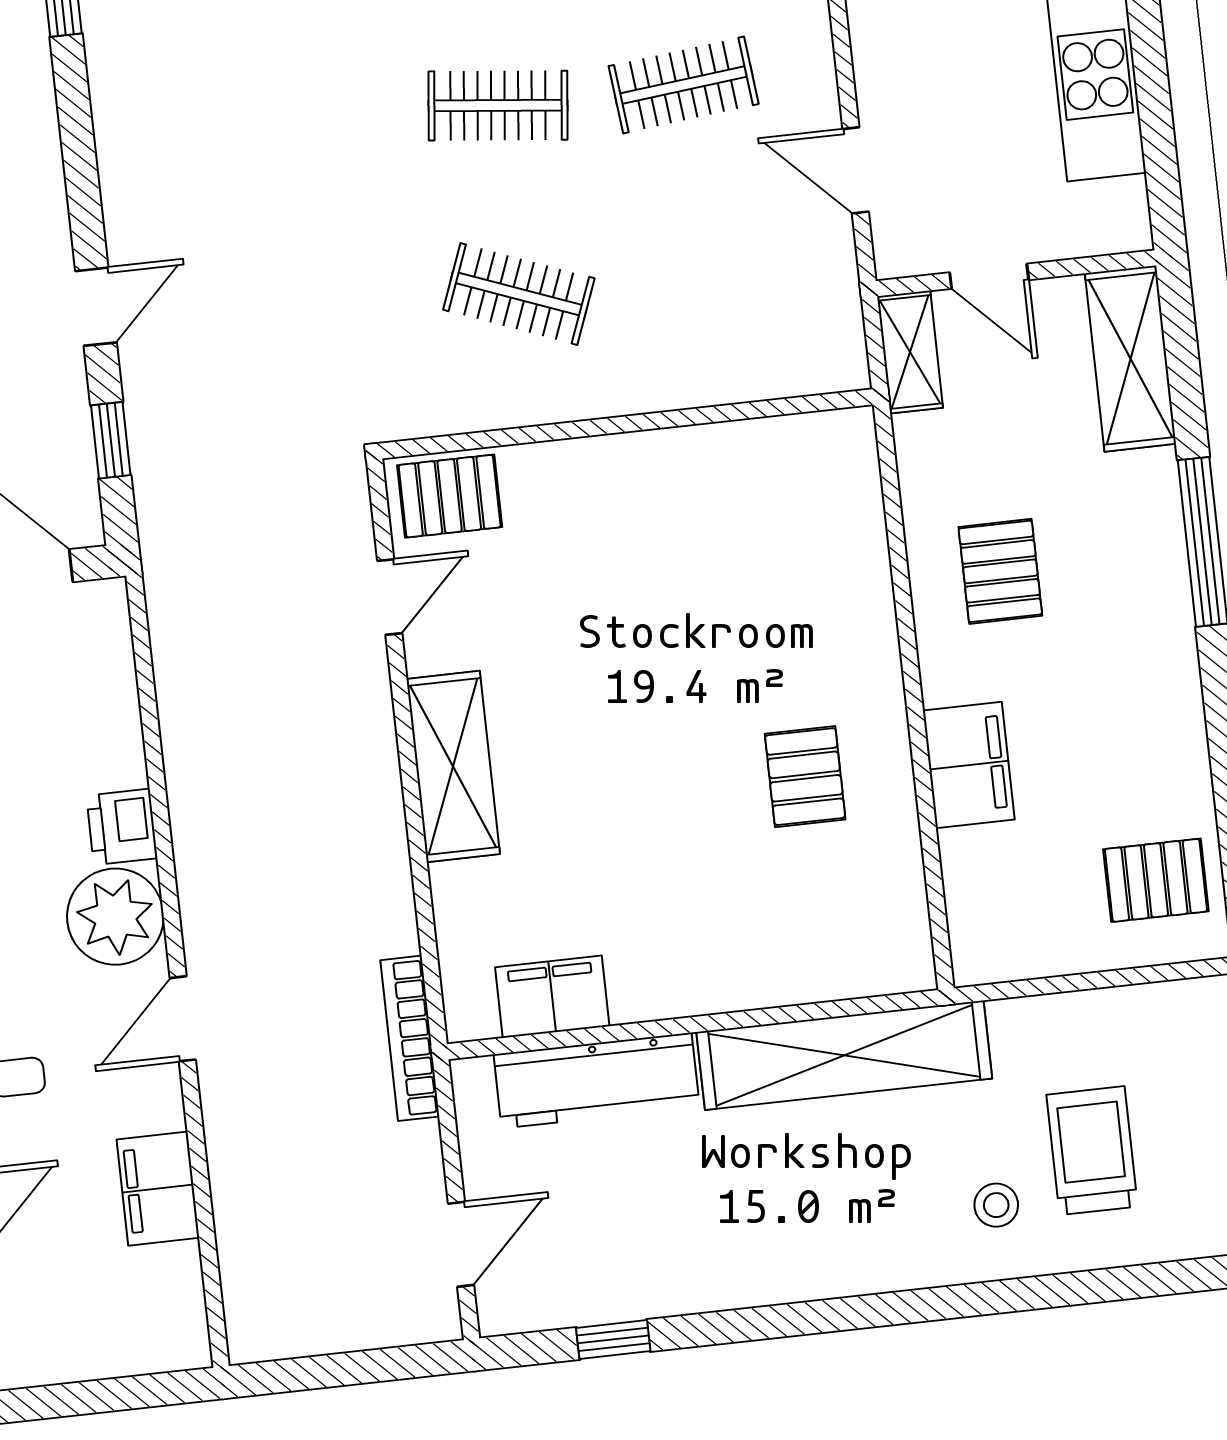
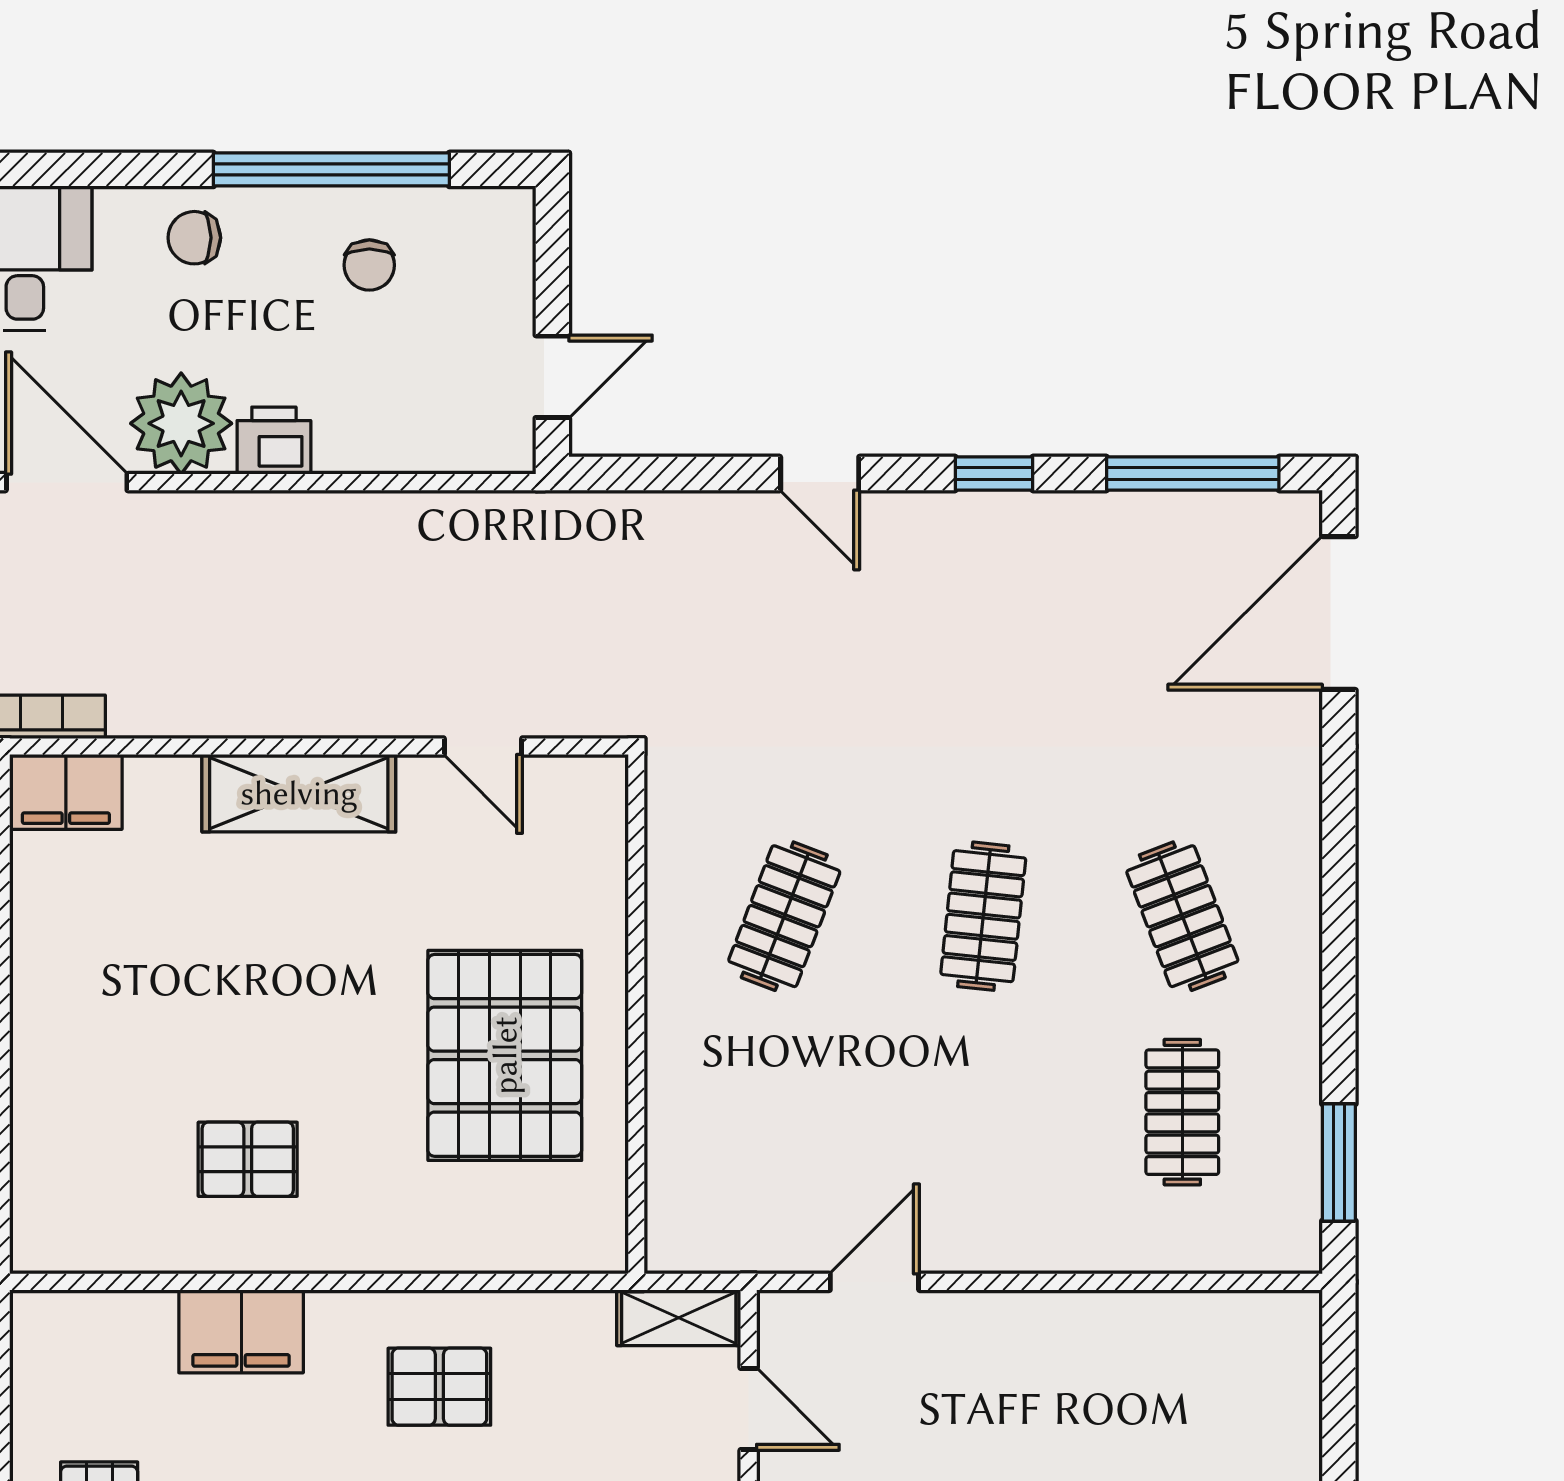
clothes rail: (684, 85) -> (983, 1112), removed
door: (989, 276) -> (749, 1409), swing flipped
window: (111, 440) -> (994, 474), moved
pallet: (450, 496) -> (505, 1055), moved, width x2.05, depth x2.00
filing cabinet: (552, 997) -> (66, 792), moved, turned 90
door: (183, 1019) -> (67, 482), width x1.38

